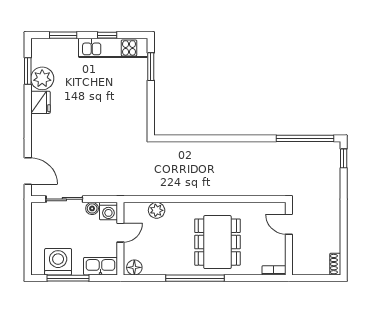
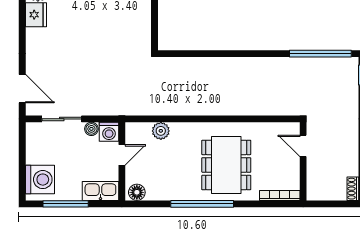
washing machine: (58, 262) -> (40, 180), moved, turned 90
bookcase: (274, 270) -> (280, 195), width x1.56

